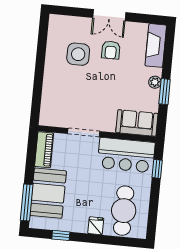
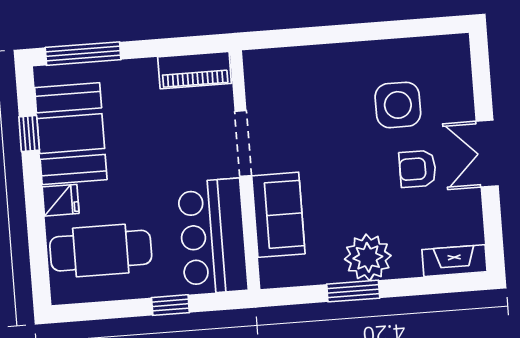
fireplace: (156, 45) -> (454, 261), width x0.73, depth x0.76
plant: (155, 82) -> (368, 257), width x1.88, depth x1.88
sofa: (137, 123) -> (278, 215), moved
window: (157, 169) -> (170, 305), moved
booth: (48, 193) -> (71, 134), moved, turned 90

